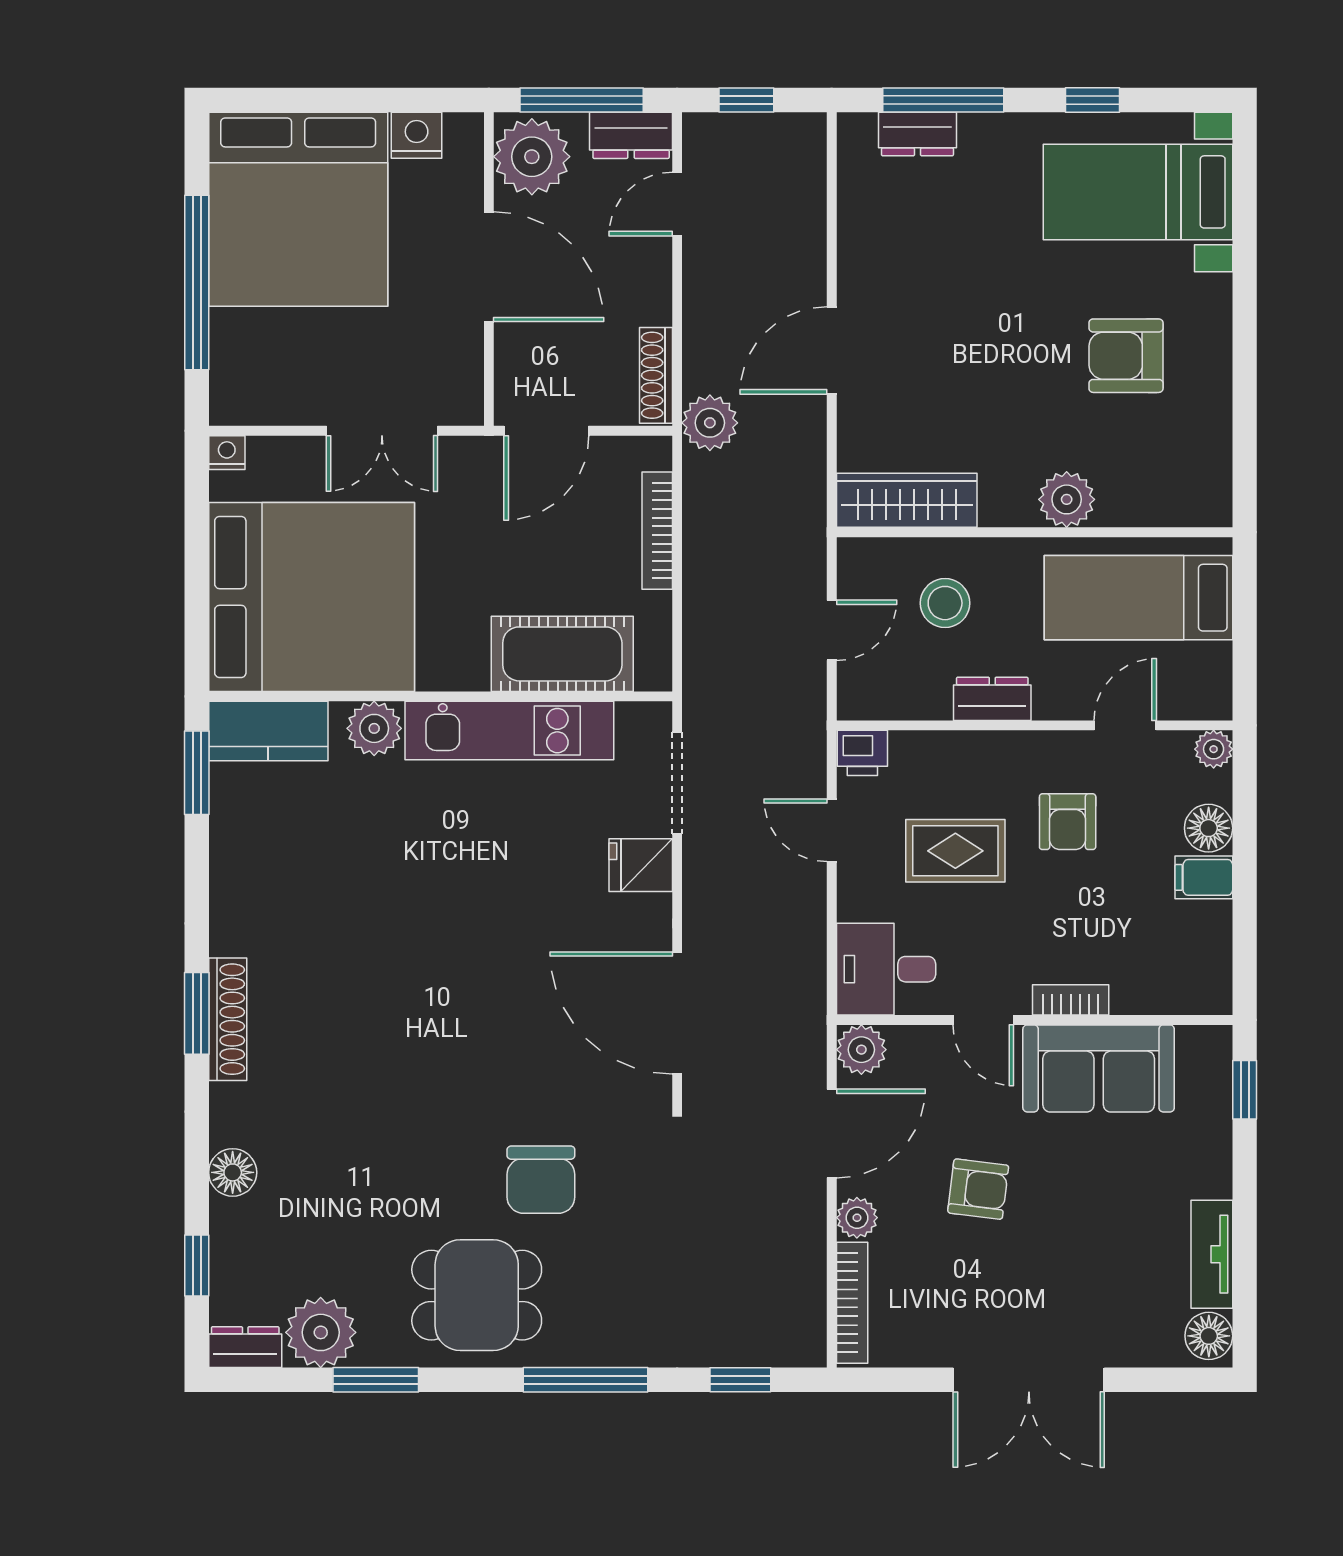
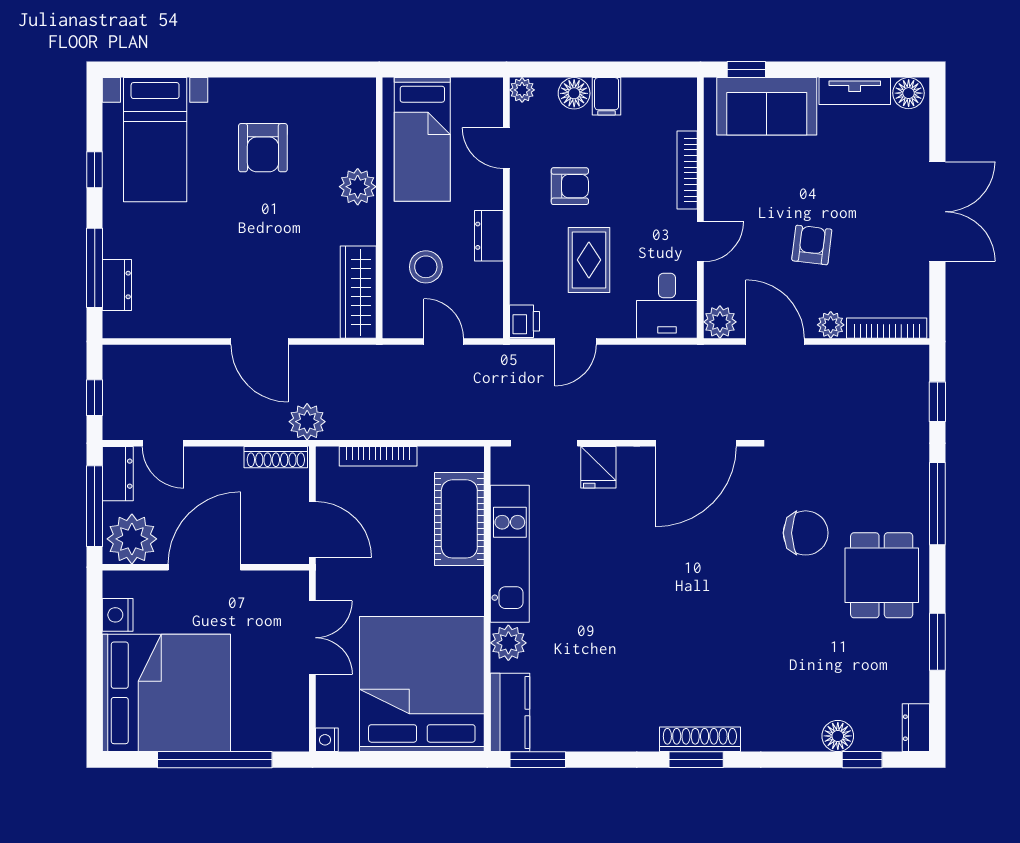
bookcase: (1071, 1000) -> (687, 170), width x1.56
sofa: (1099, 1068) -> (767, 106), moved, turned 90
floor lamp: (233, 1172) -> (838, 736), moved
plant: (321, 1332) -> (906, 678), removed

